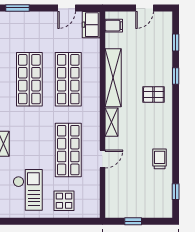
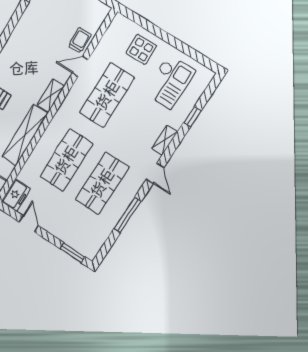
door: (67, 8) -> (29, 224), hinge flipped
trolley: (160, 159) -> (80, 40), moved, turned 180
checkout: (28, 190) -> (170, 82), turned 180

